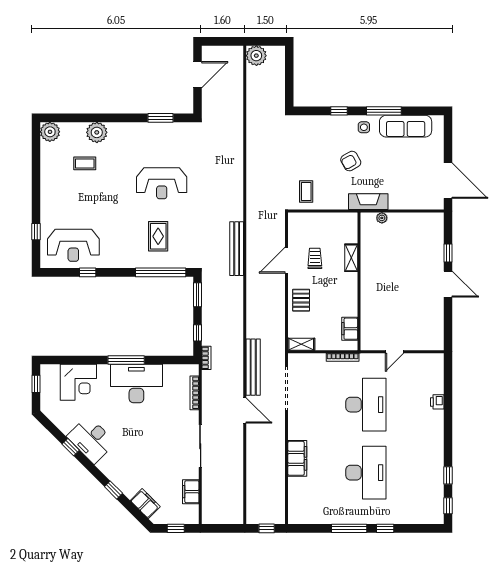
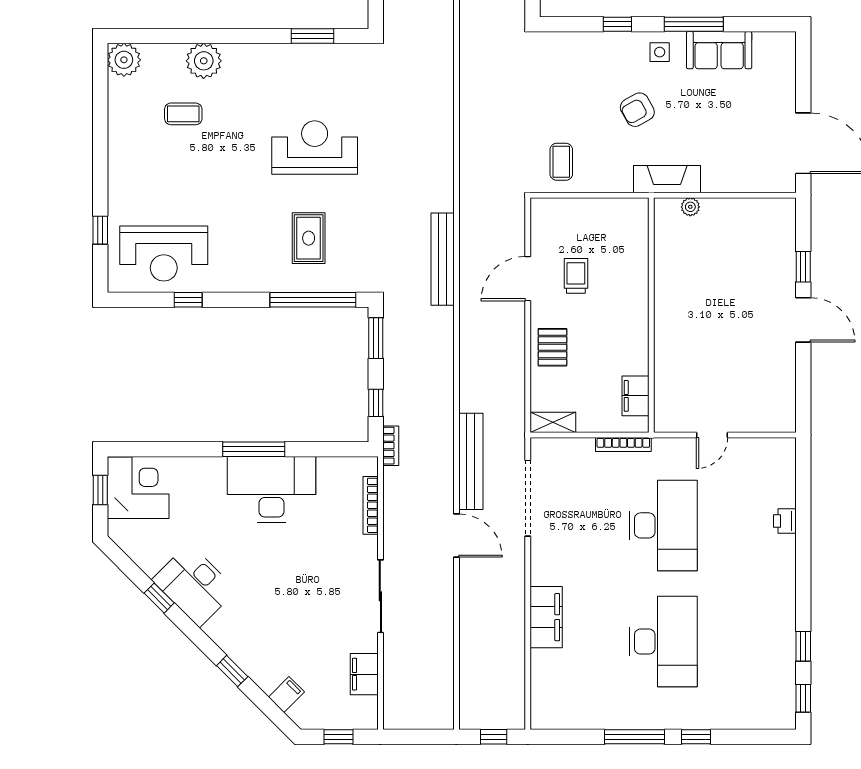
sofa: (406, 126) -> (719, 50), width x0.73
reception desk: (162, 183) -> (315, 148), turned 180
shelving: (351, 258) -> (638, 275), removed
corner desk: (78, 382) -> (138, 488), moved, turned -90
filing cabinet: (145, 504) -> (286, 694), width x0.50

